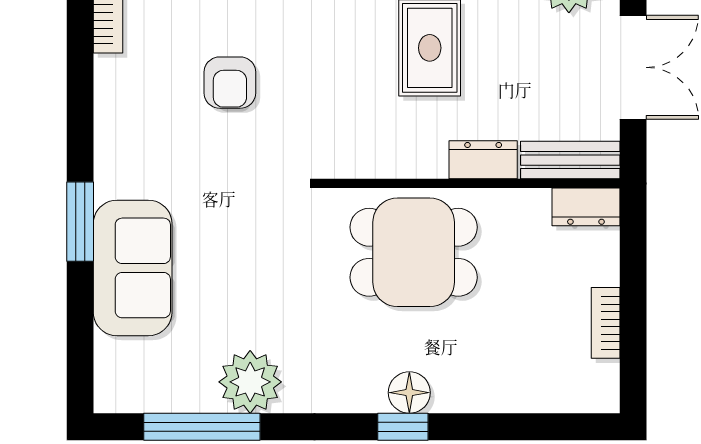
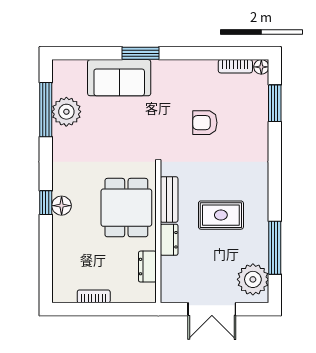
bench: (570, 160) -> (169, 199), moved
dresser: (586, 207) -> (147, 267), moved
plant: (250, 382) -> (66, 112), moved

